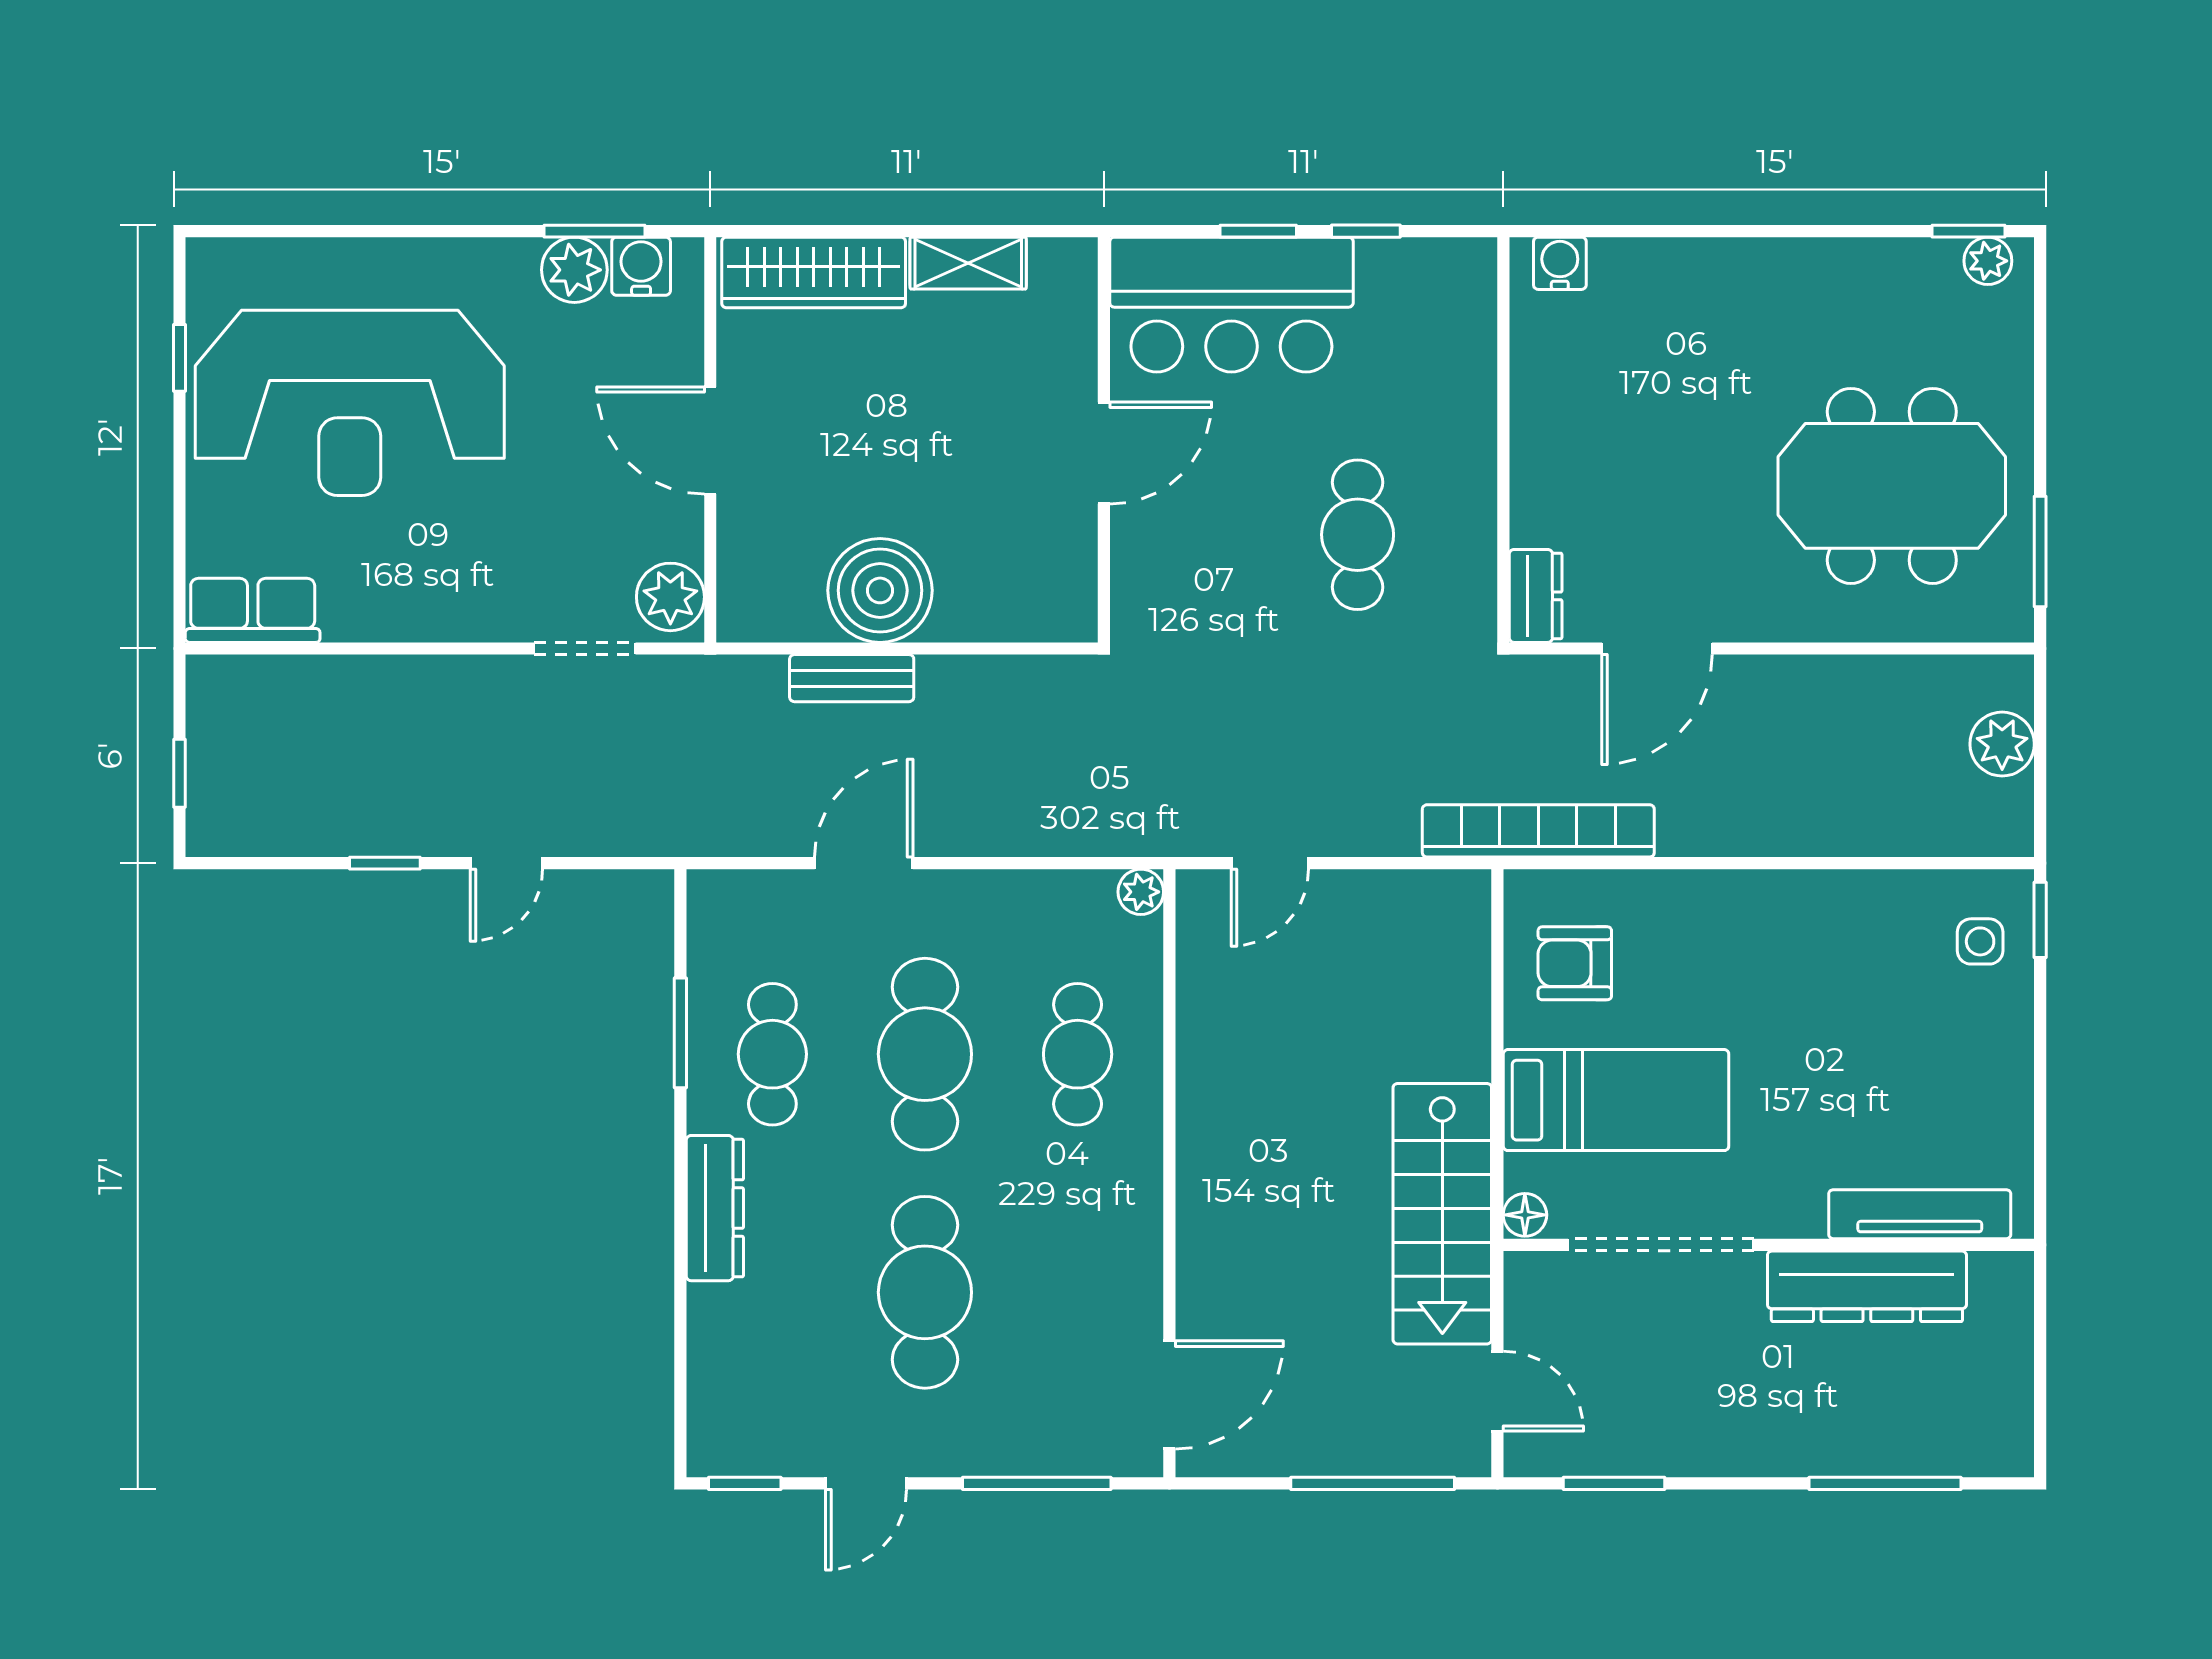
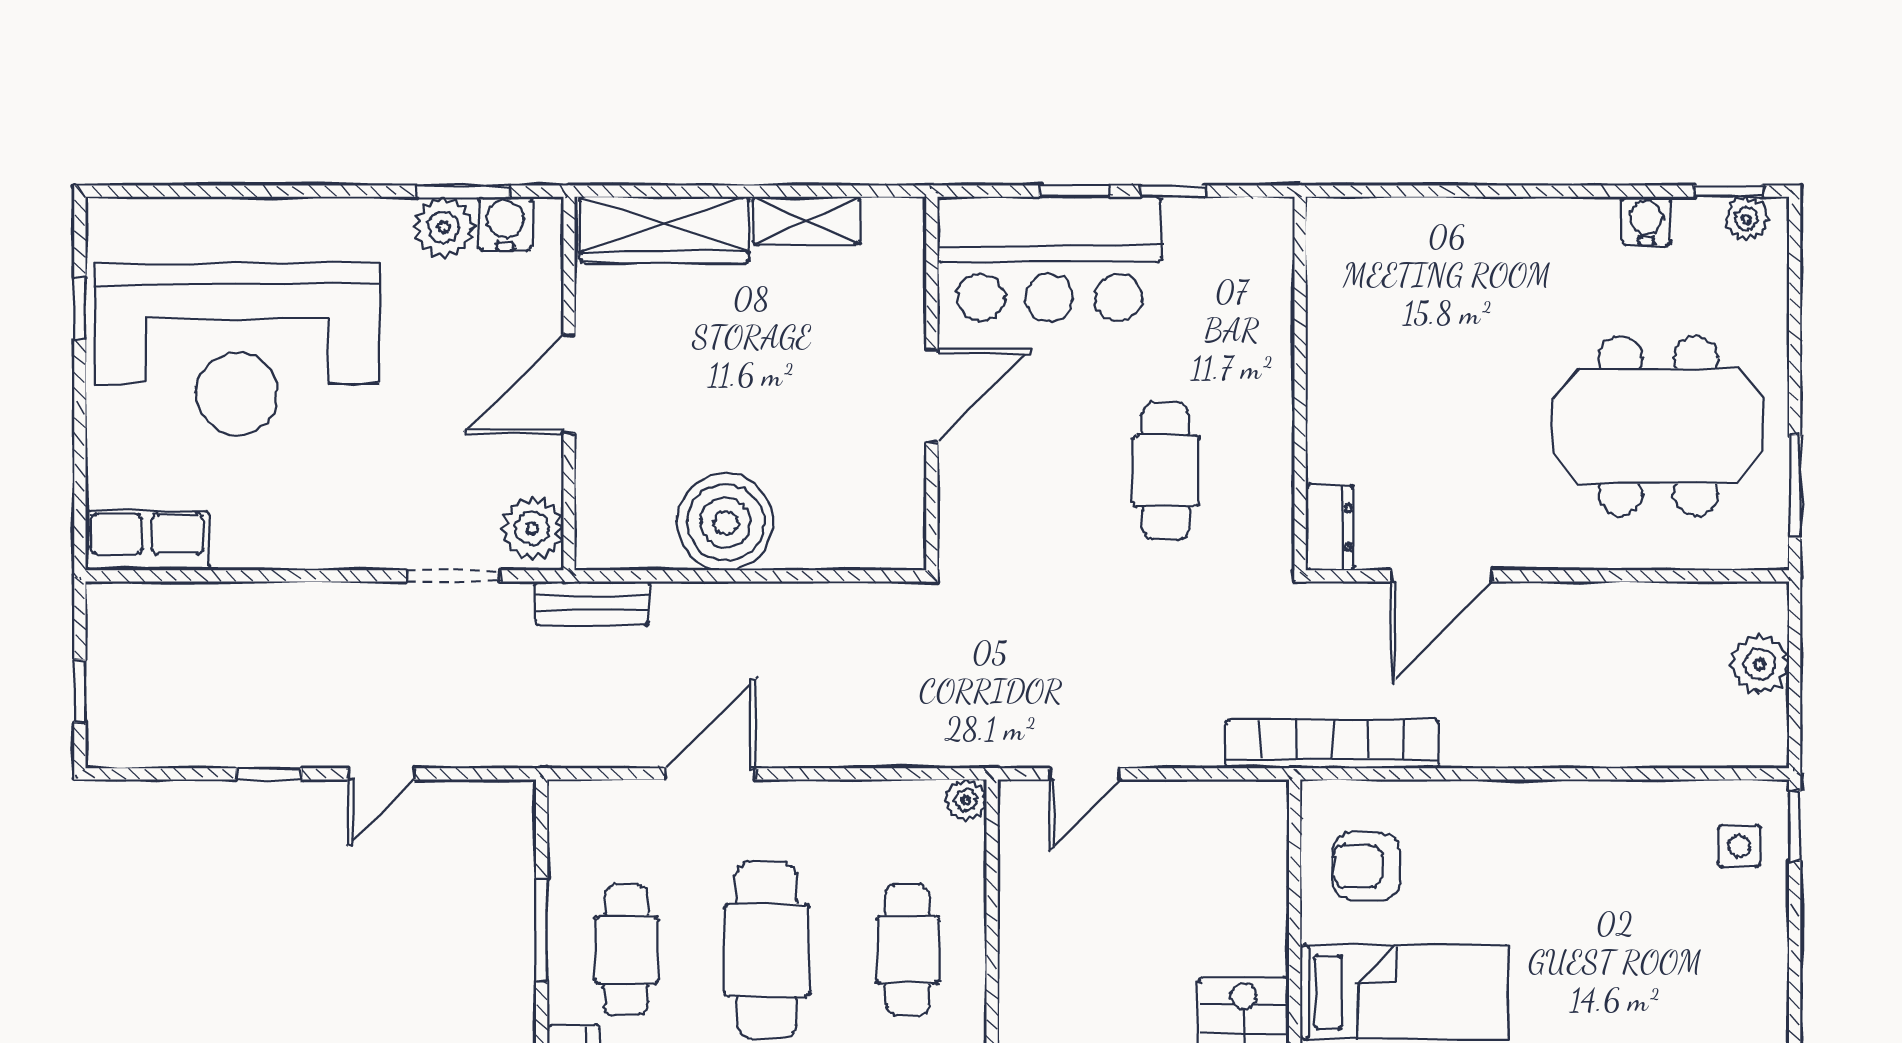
water cooler: (1560, 263) -> (1646, 221), moved
door: (710, 440) -> (569, 384), hinge flipped
bench: (852, 678) -> (592, 603), moved

